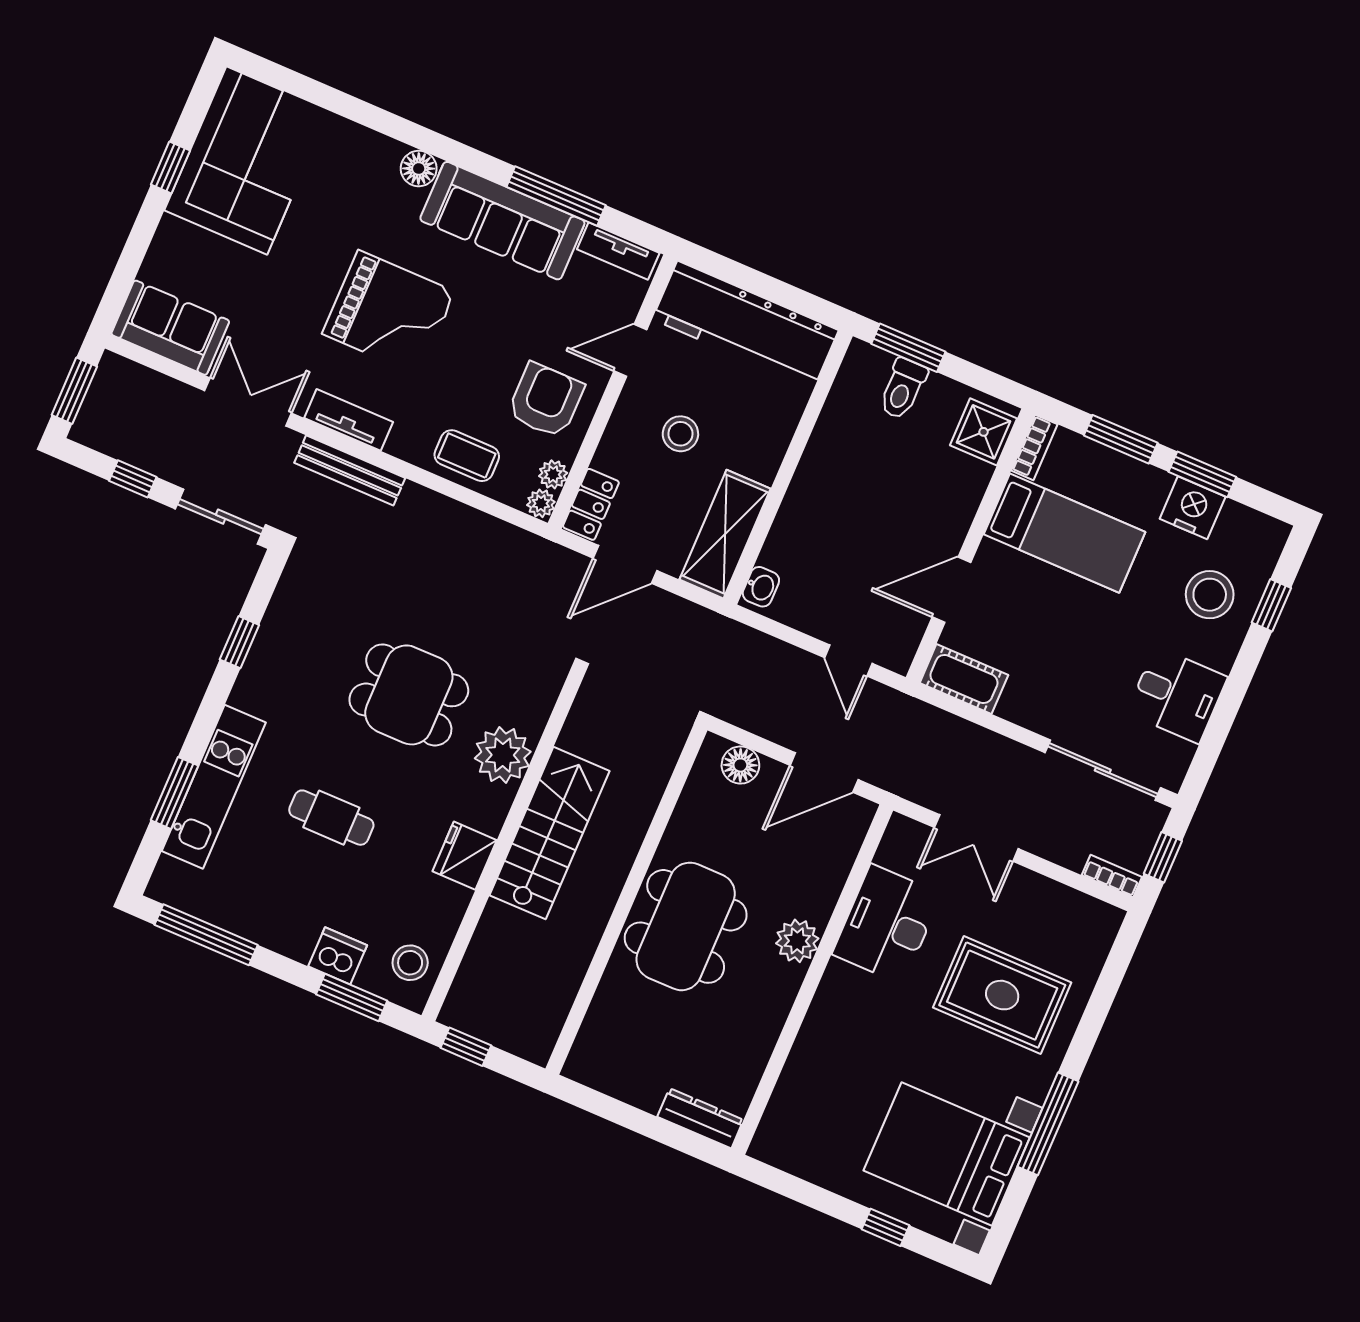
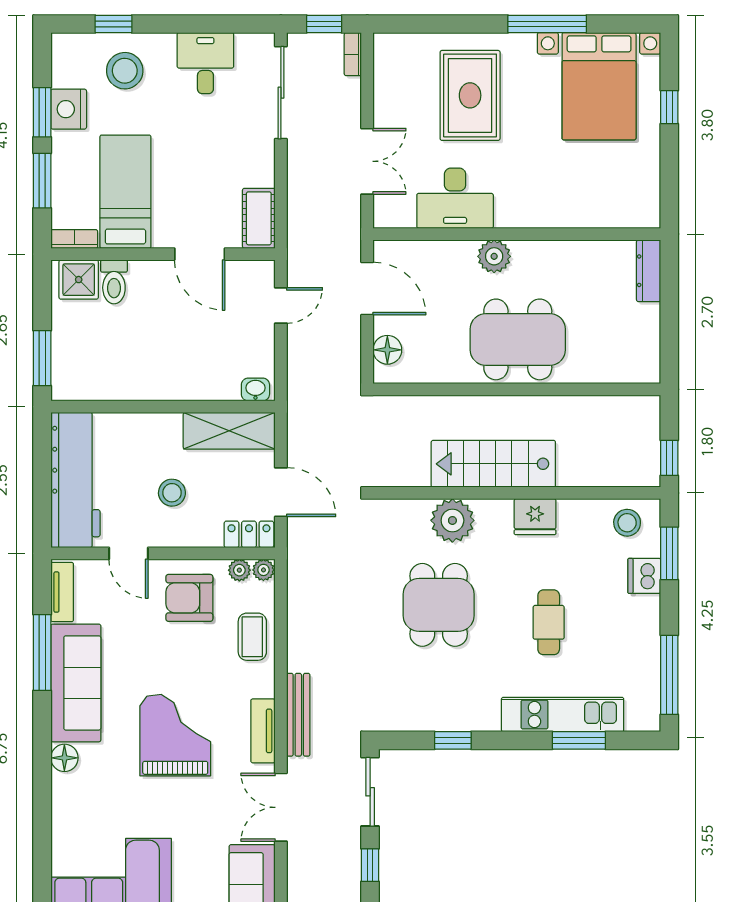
toilet: (903, 389) -> (114, 282), moved, turned 90

